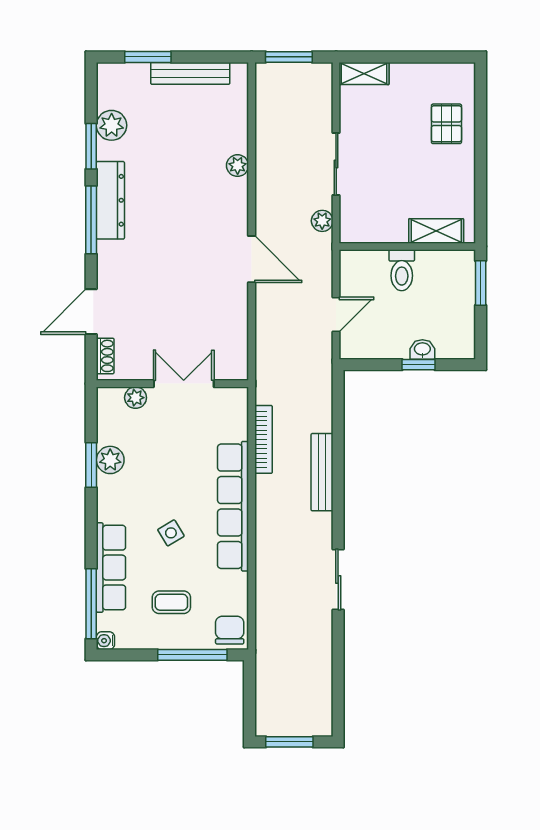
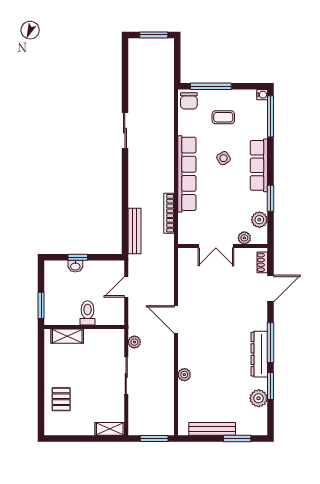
plant: (110, 460) -> (259, 220), moved
bench: (322, 472) -> (134, 231), moved
row of seats: (111, 568) -> (259, 165), moved

